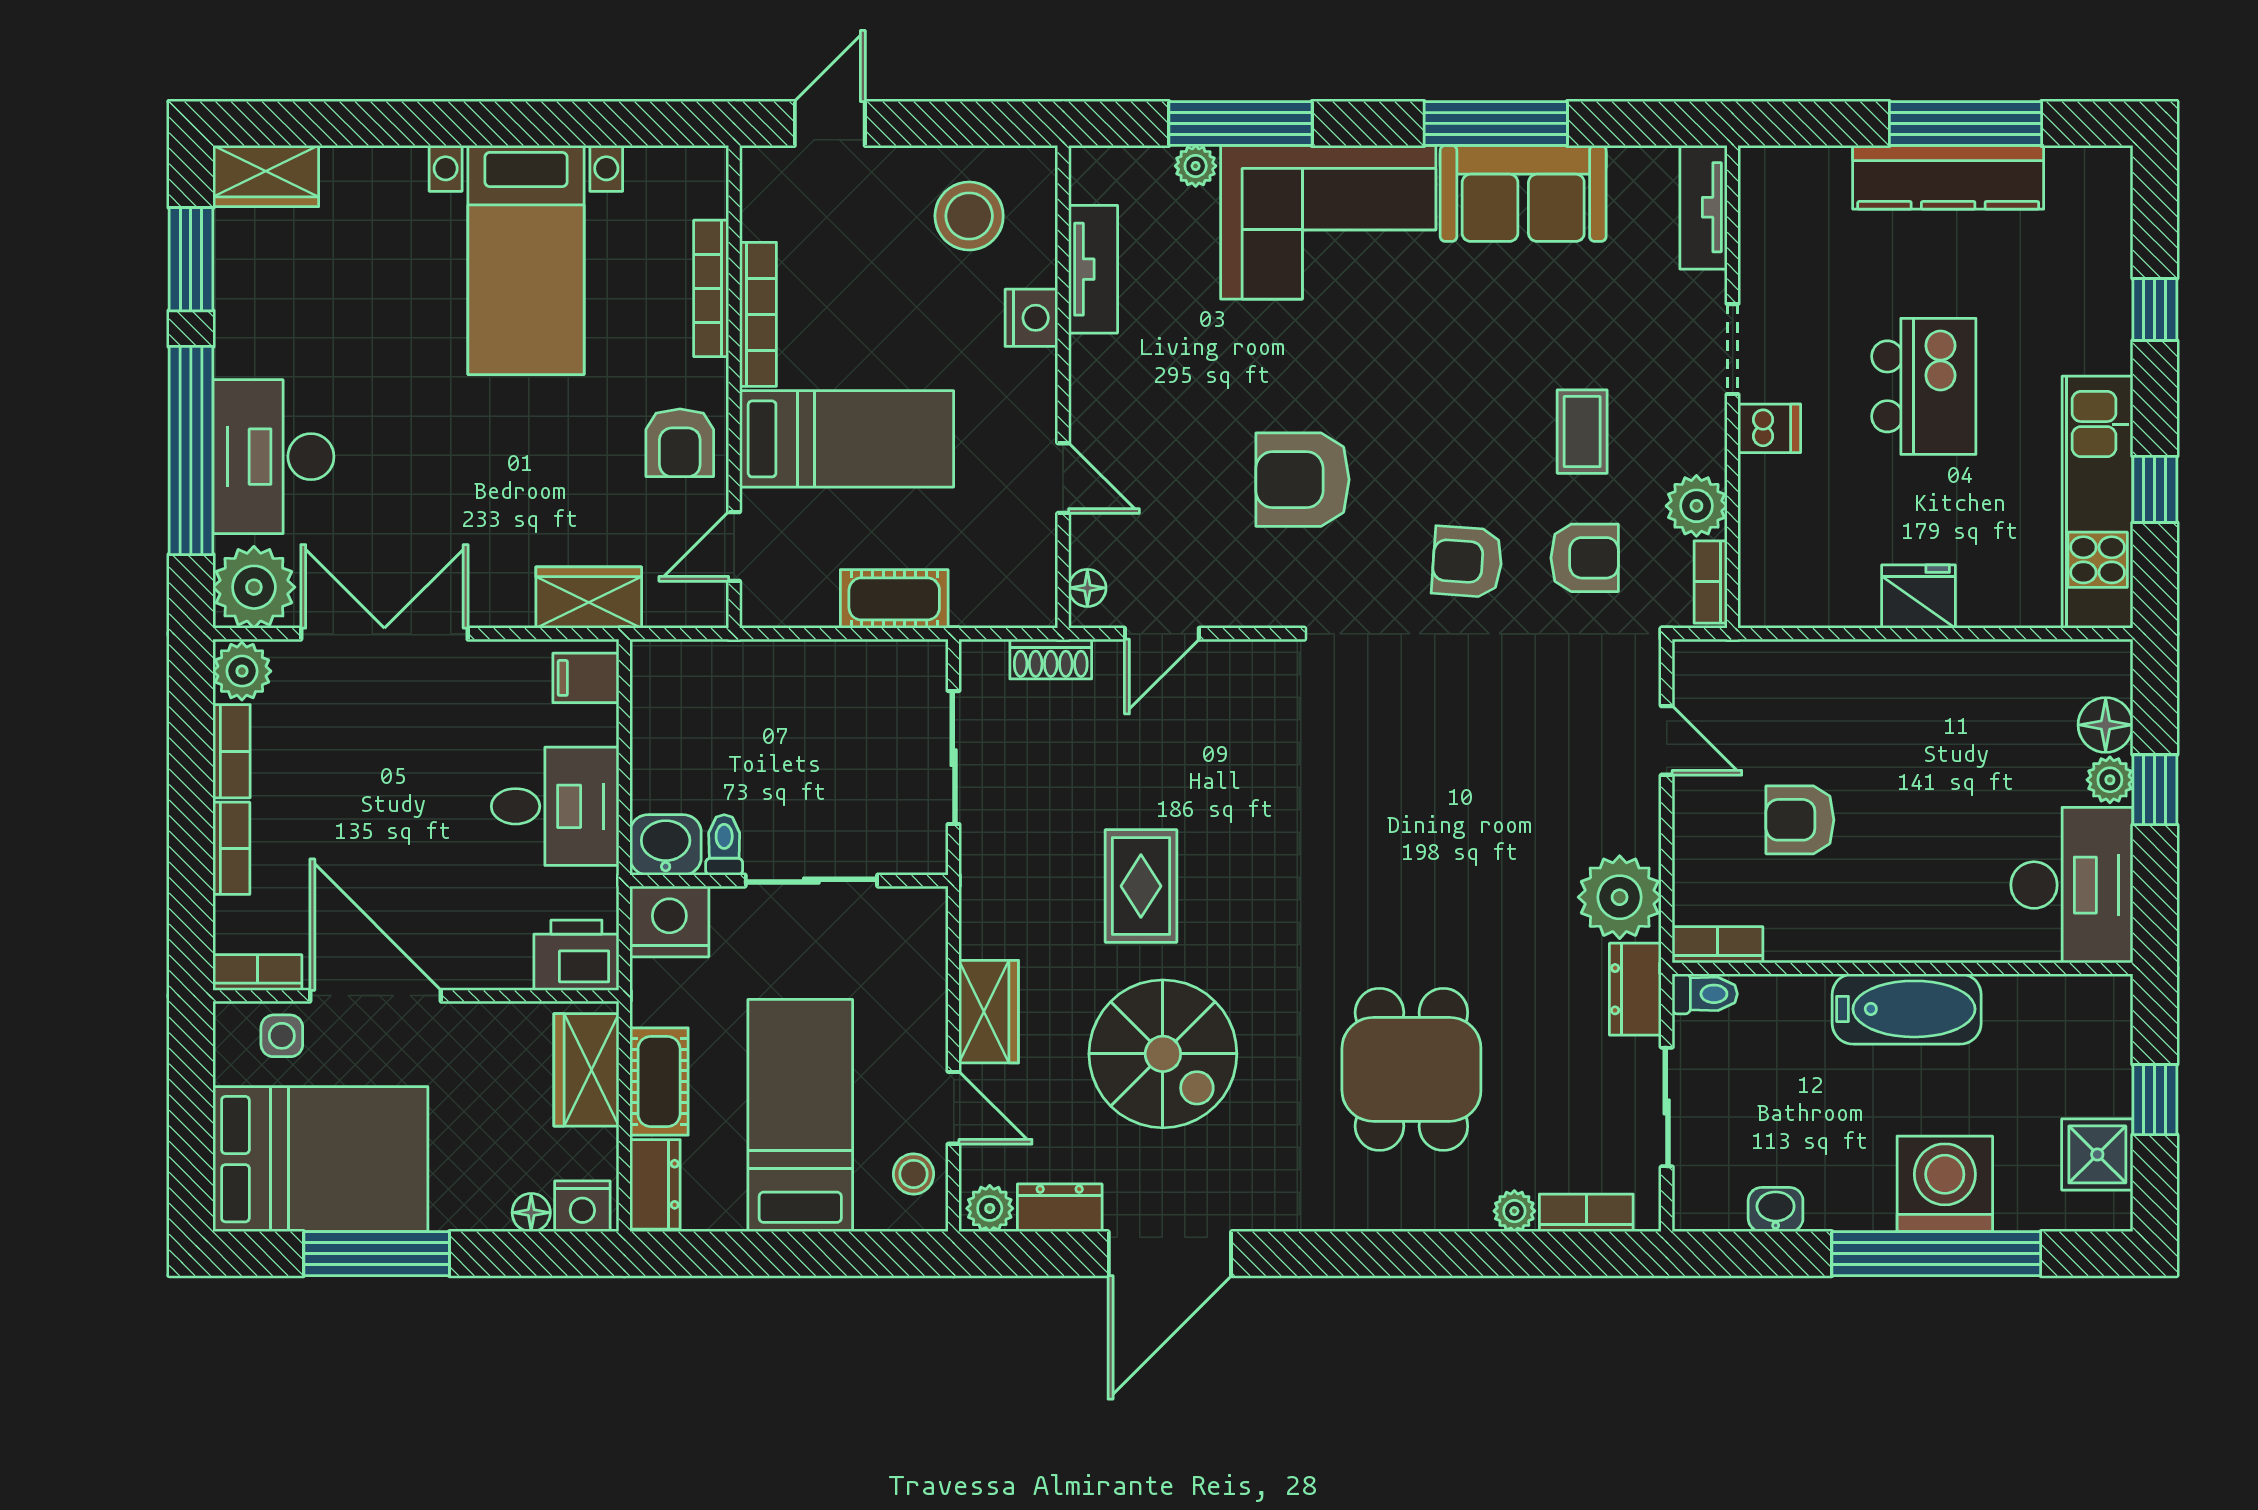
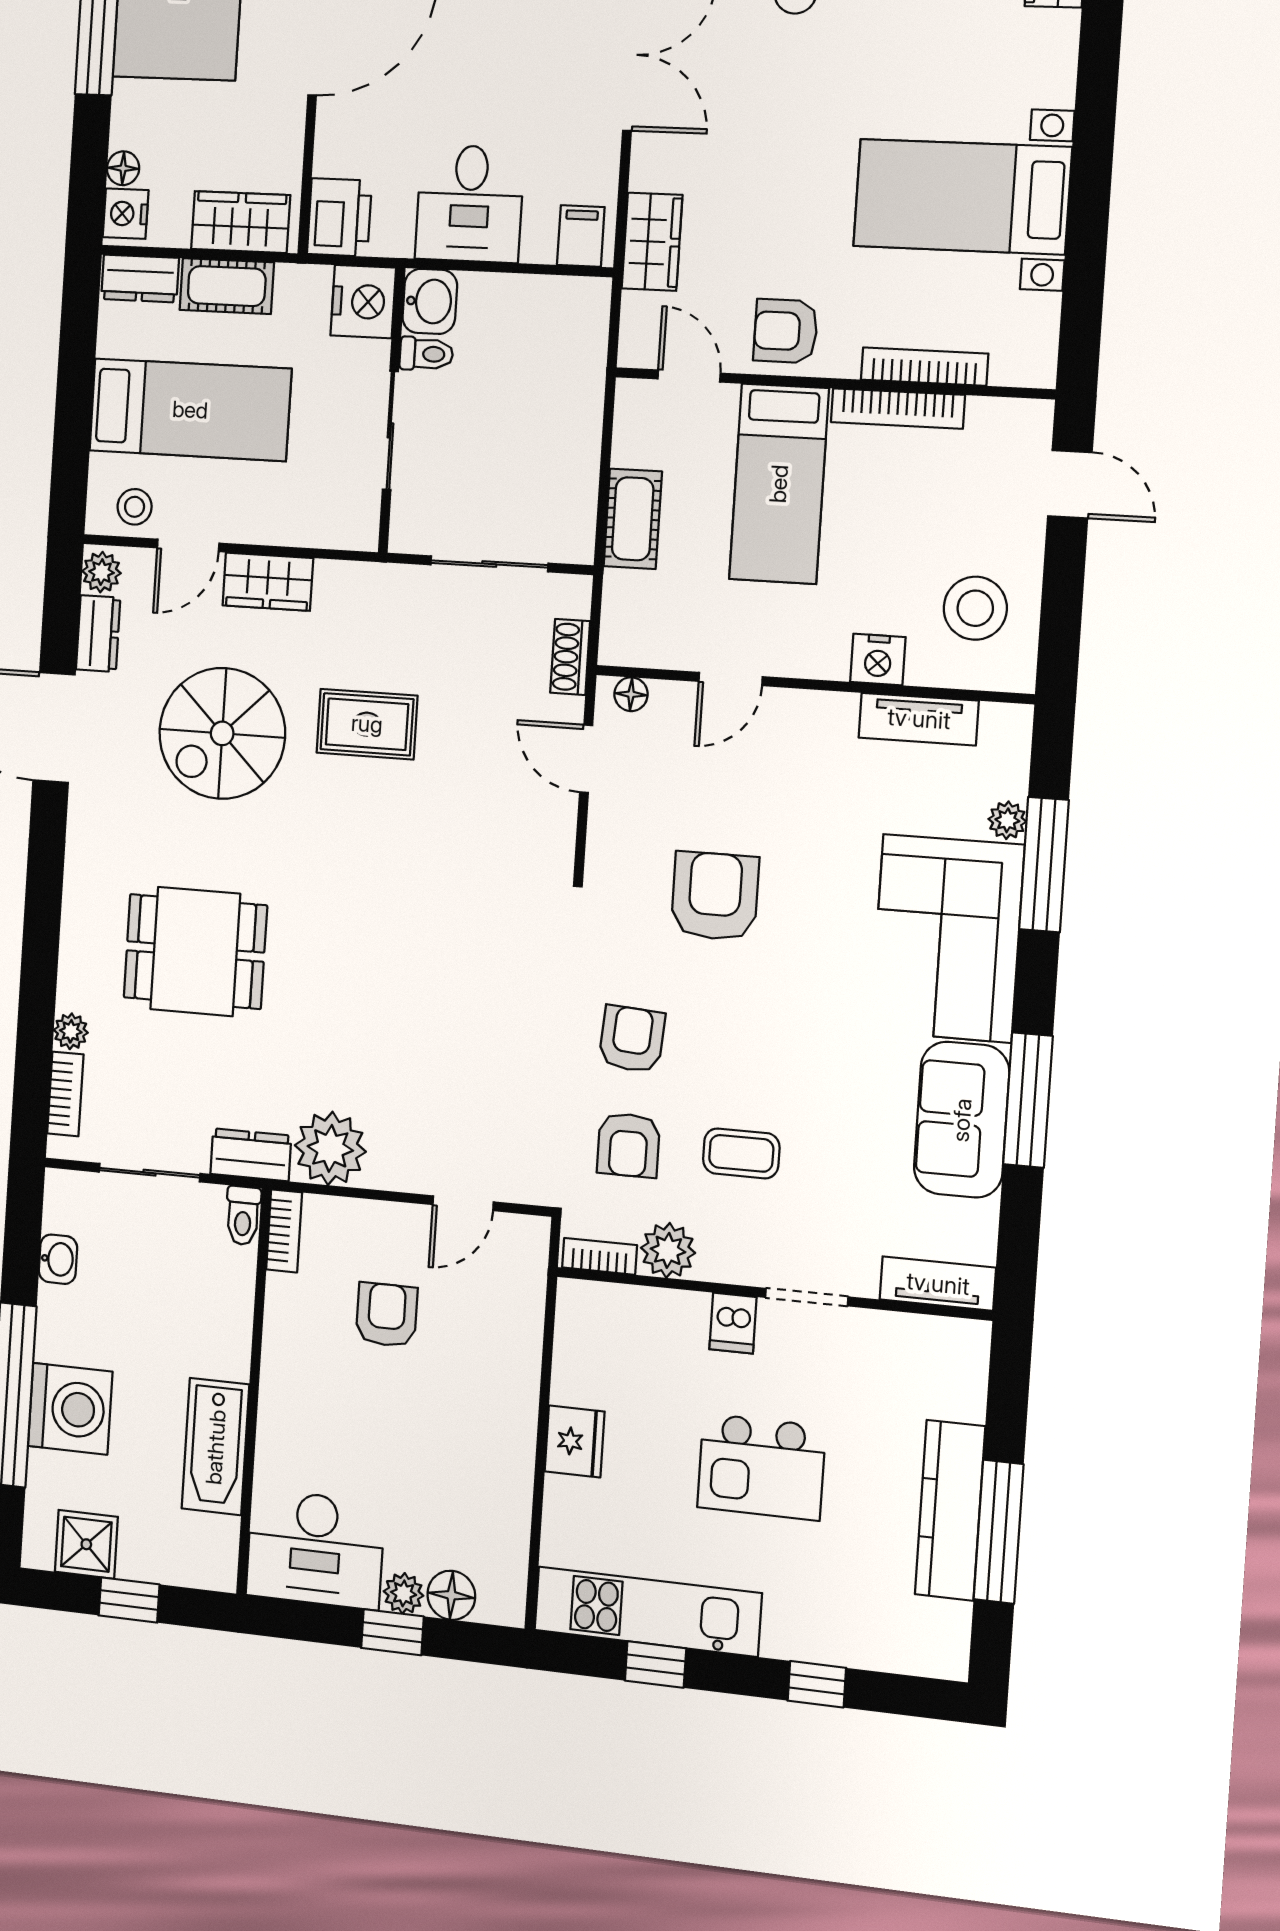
bathtub: (1907, 1009) -> (216, 1447), moved

